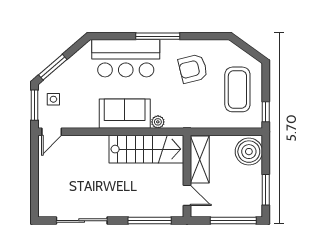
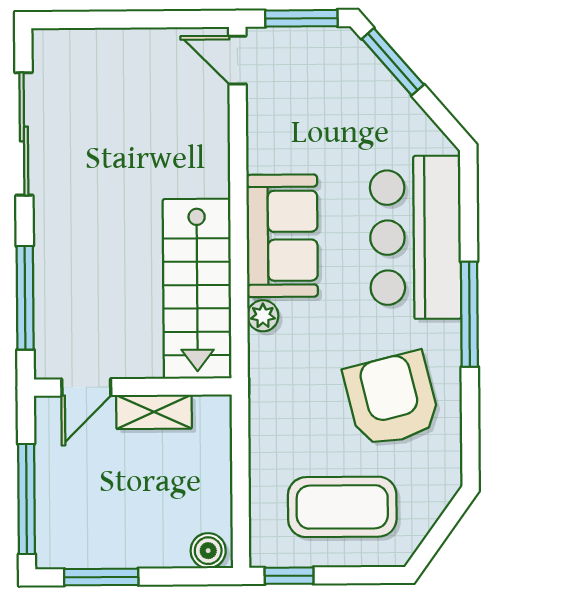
armchair: (193, 69) -> (392, 399), width x1.36, depth x1.36
side table: (53, 99) -> (316, 64), removed
boiler: (249, 152) -> (208, 551), width x0.54, depth x0.54
shelving: (200, 160) -> (154, 412), width x0.67, depth x0.75

